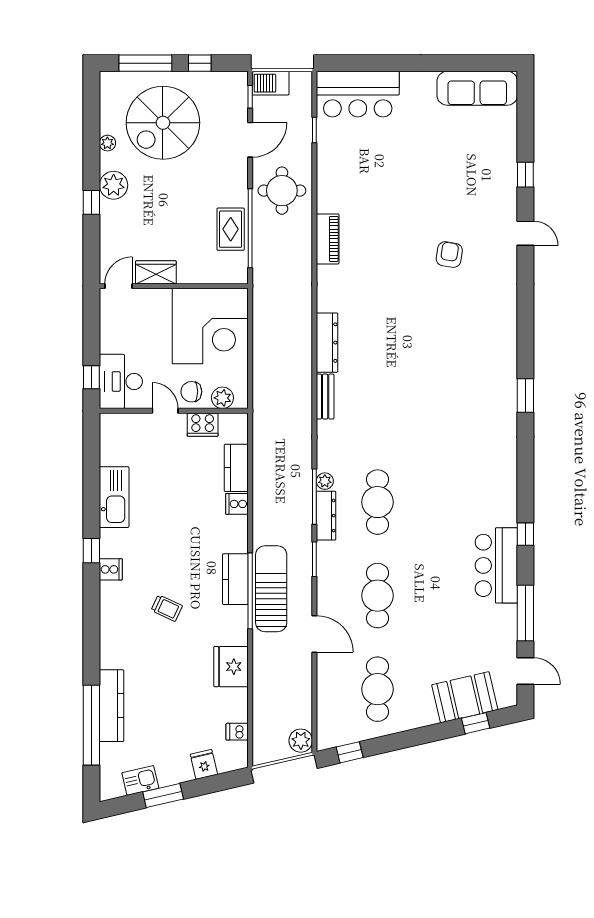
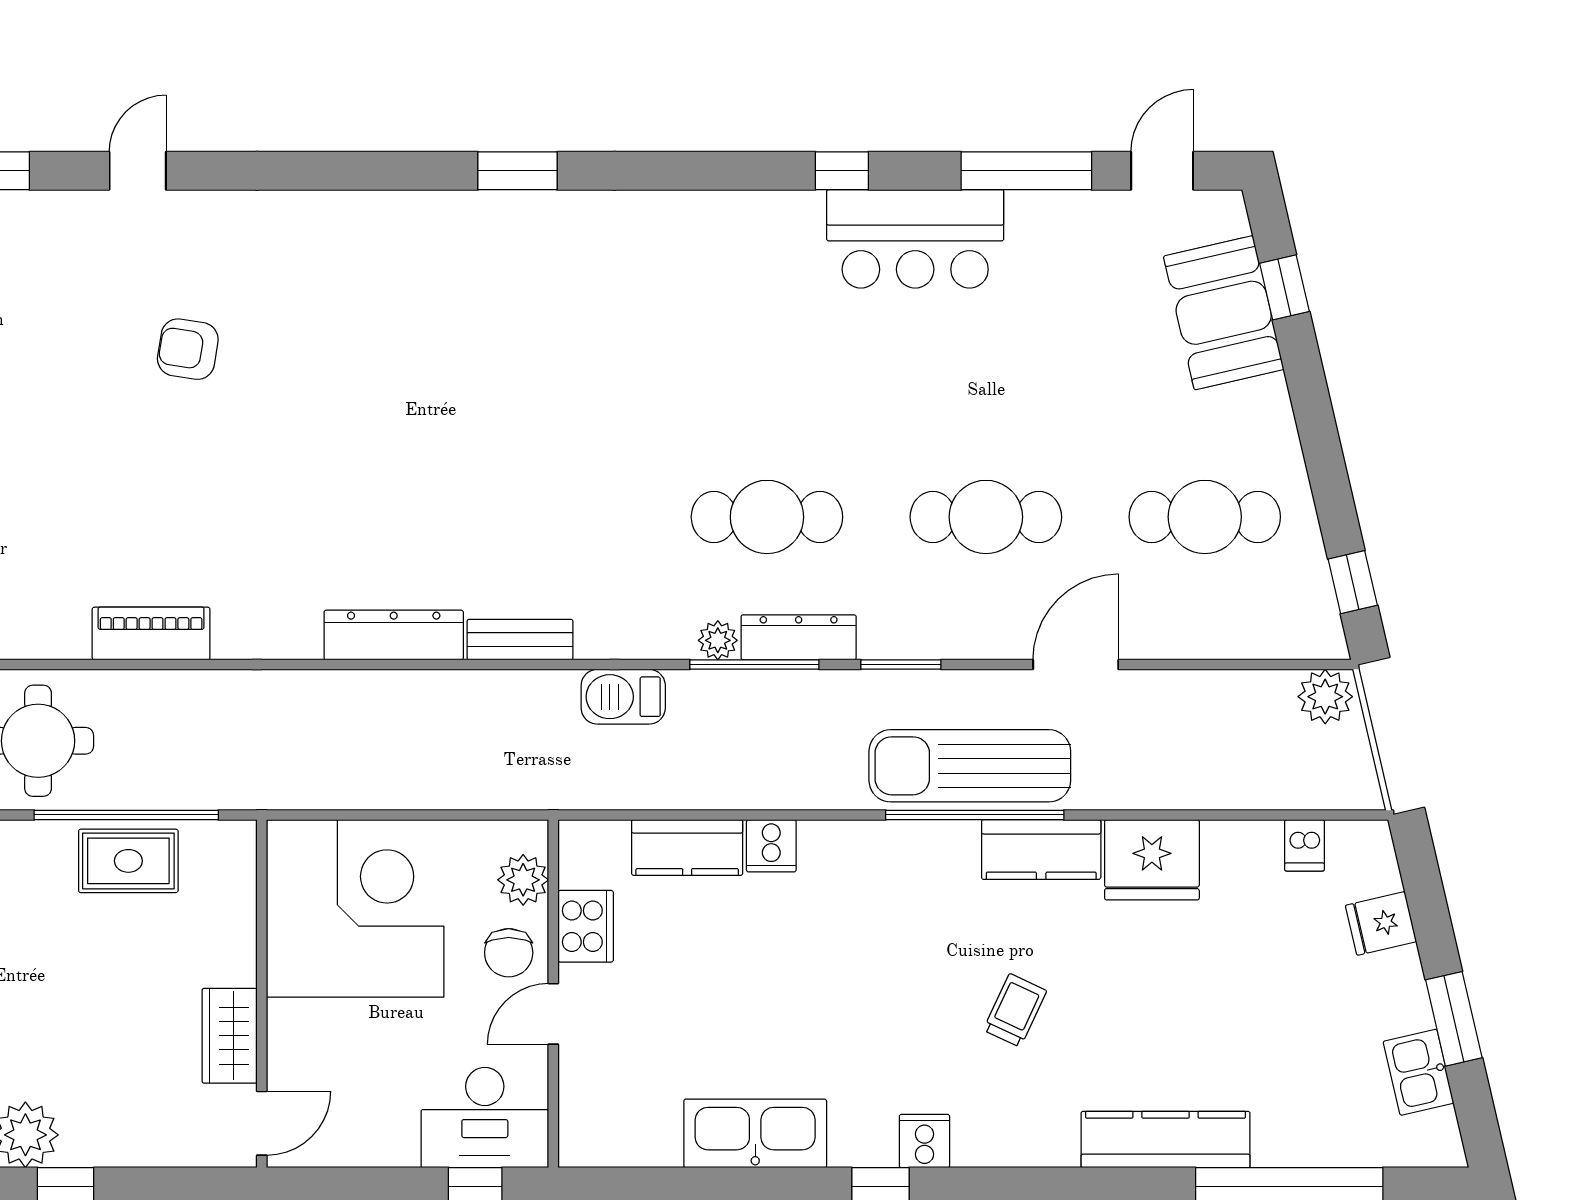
door: (118, 286) -> (262, 1123), swing flipped
barbecue: (301, 441) -> (623, 697), added
kitchen counter: (235, 579) -> (1041, 850), moved
kitchen counter: (112, 706) -> (1166, 1140), moved

